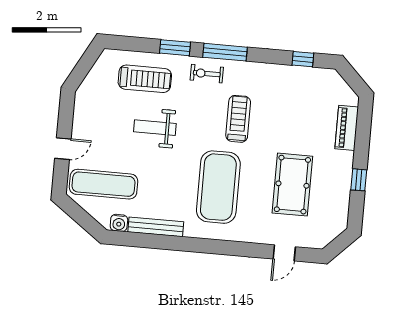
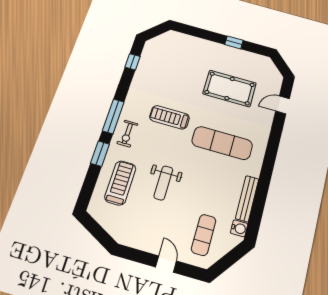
piano: (347, 128) -> (193, 43), removed
exercise mat: (103, 184) -> (204, 235), width x0.73, depth x0.69
exercise mat: (218, 187) -> (222, 143), width x0.68
door: (284, 253) -> (283, 105), swing flipped

